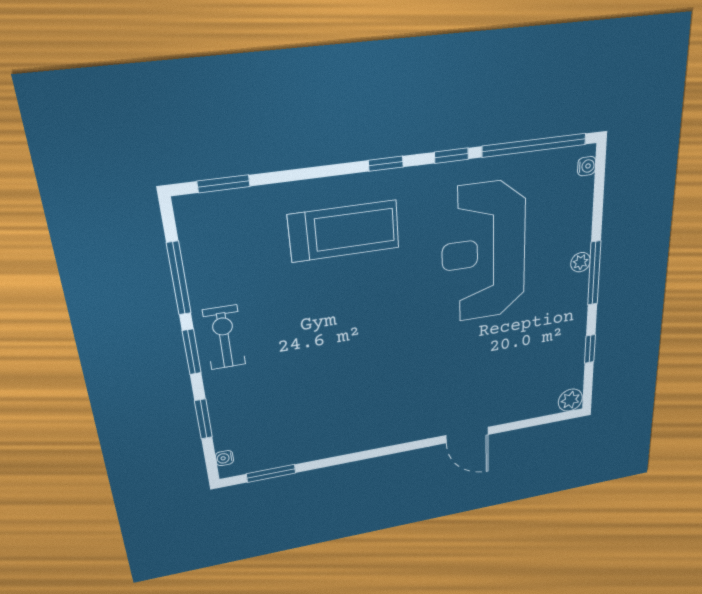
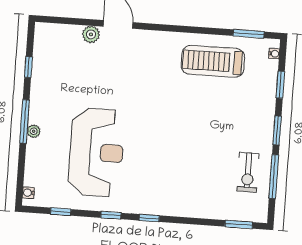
window: (534, 145) -> (61, 212), width x0.32
treadmill: (344, 231) -> (213, 61), moved
exercise bike: (224, 337) -> (248, 172), moved
plant: (570, 400) -> (91, 34), moved

